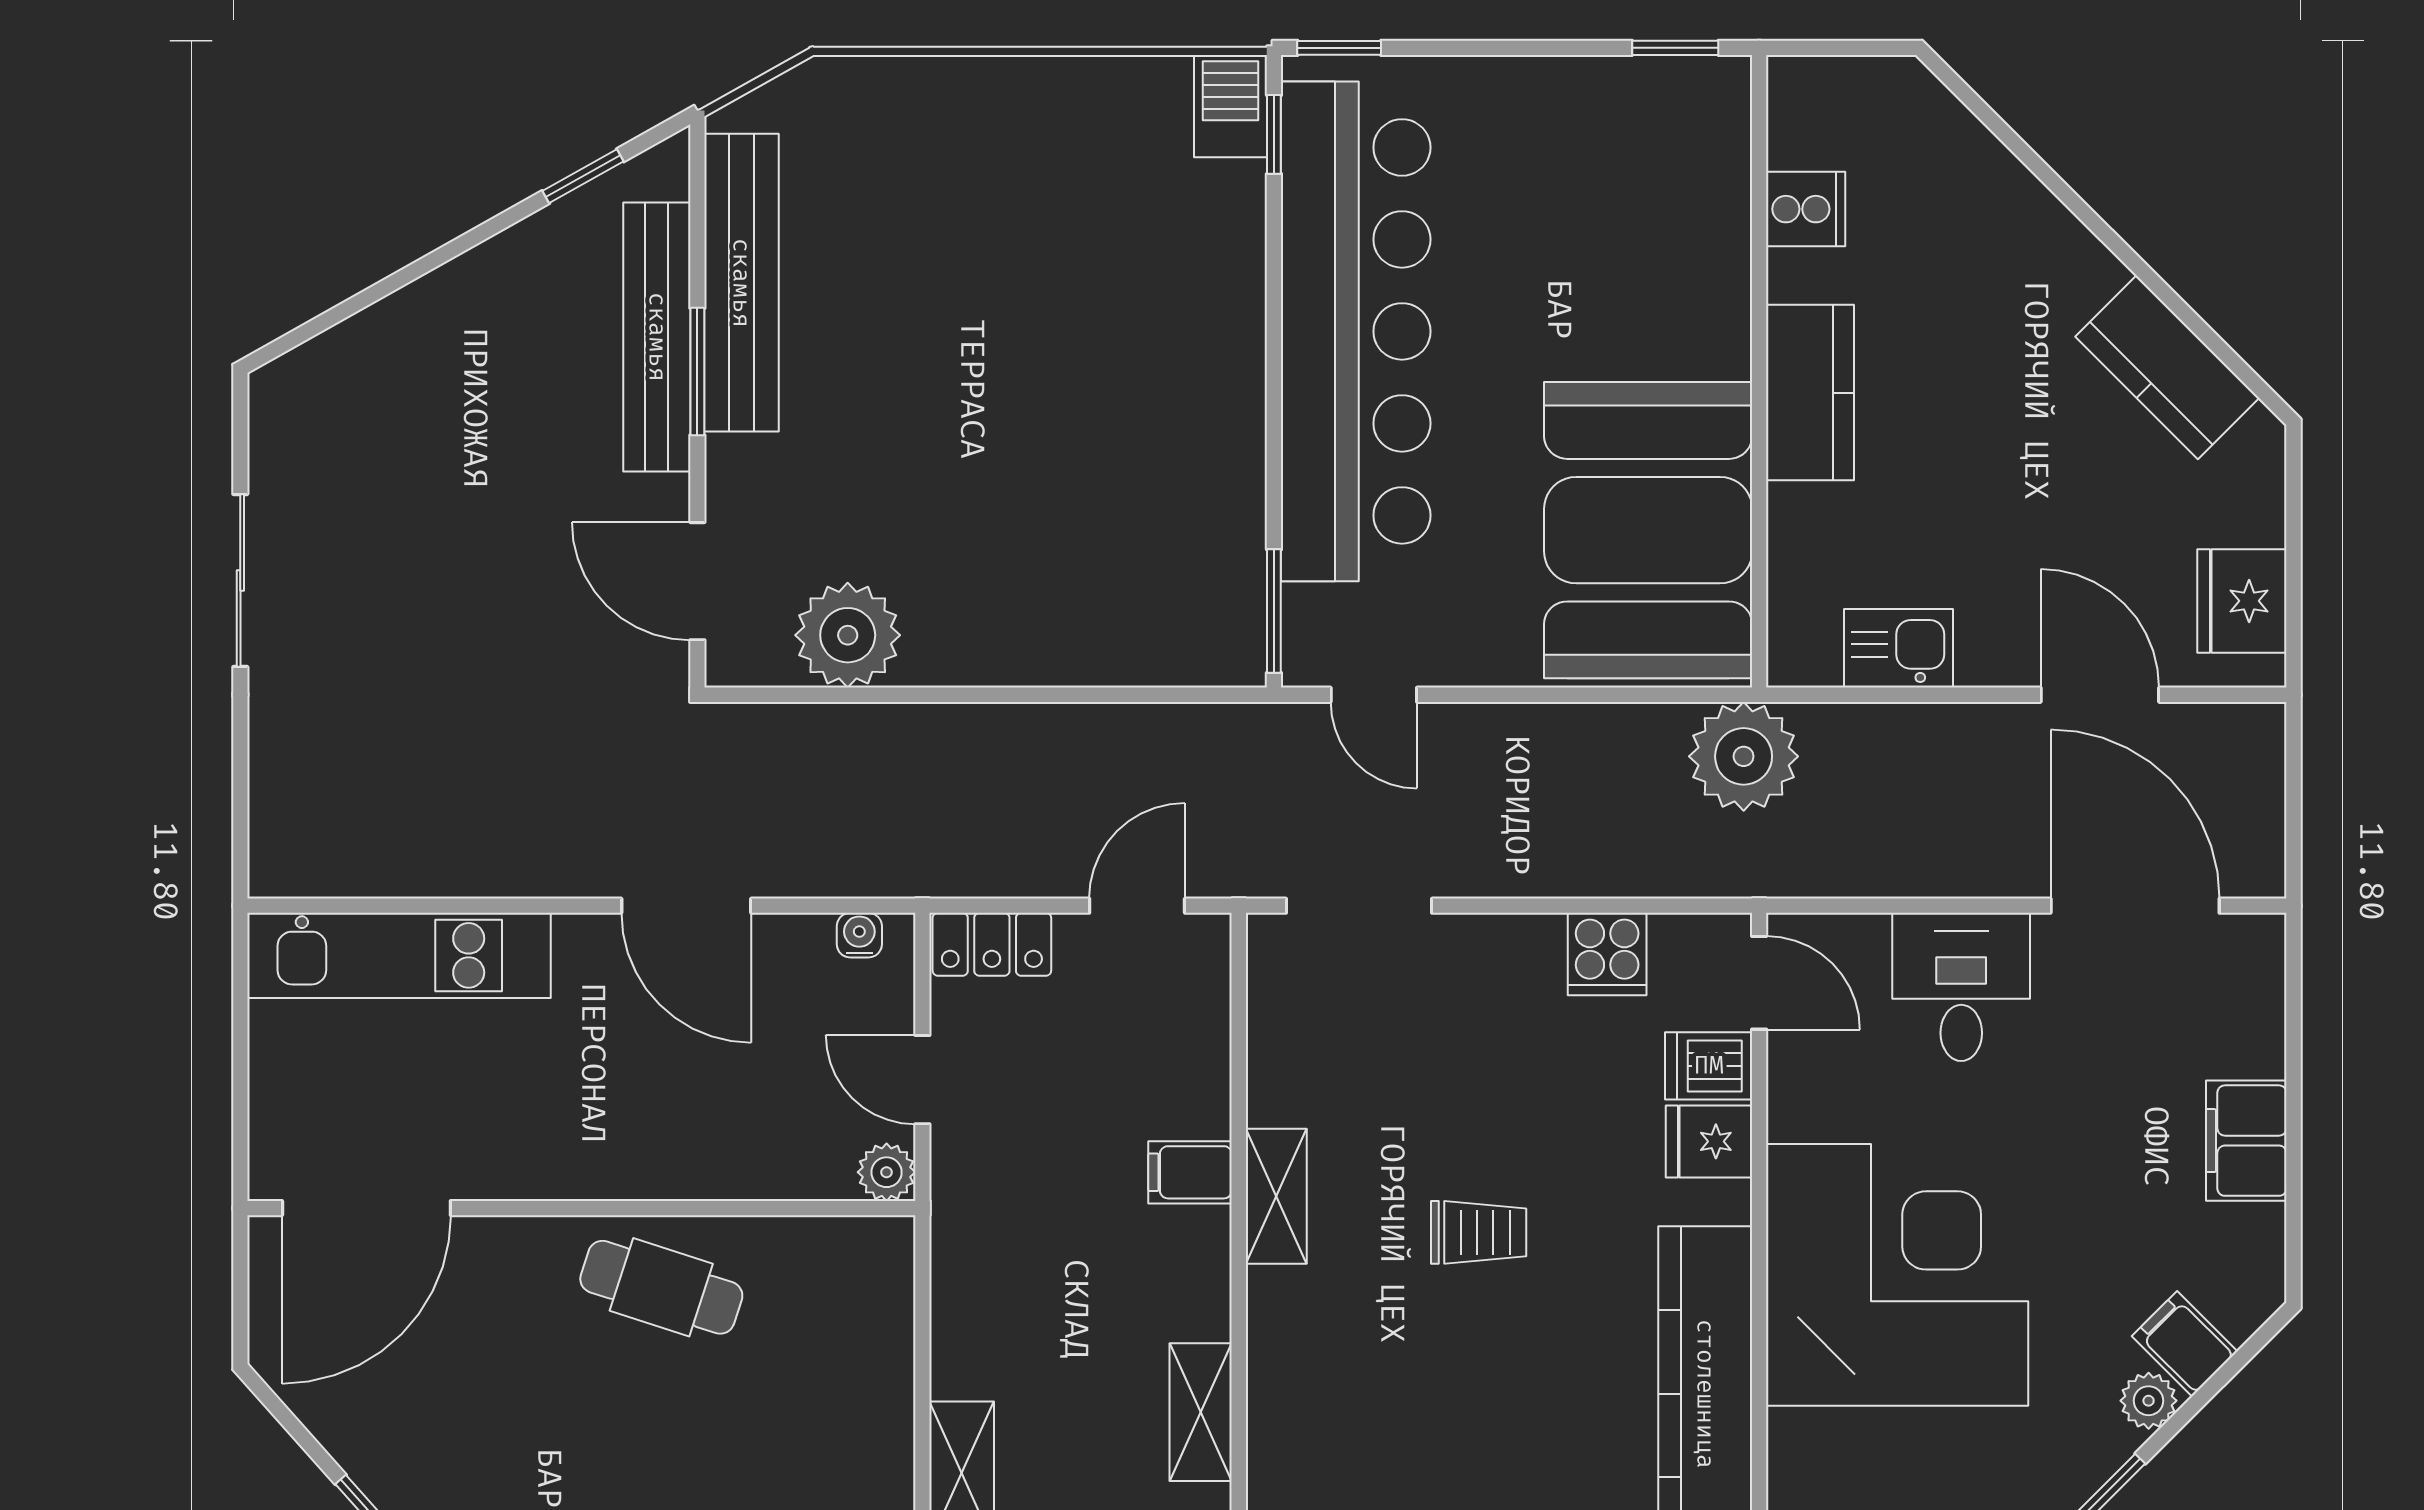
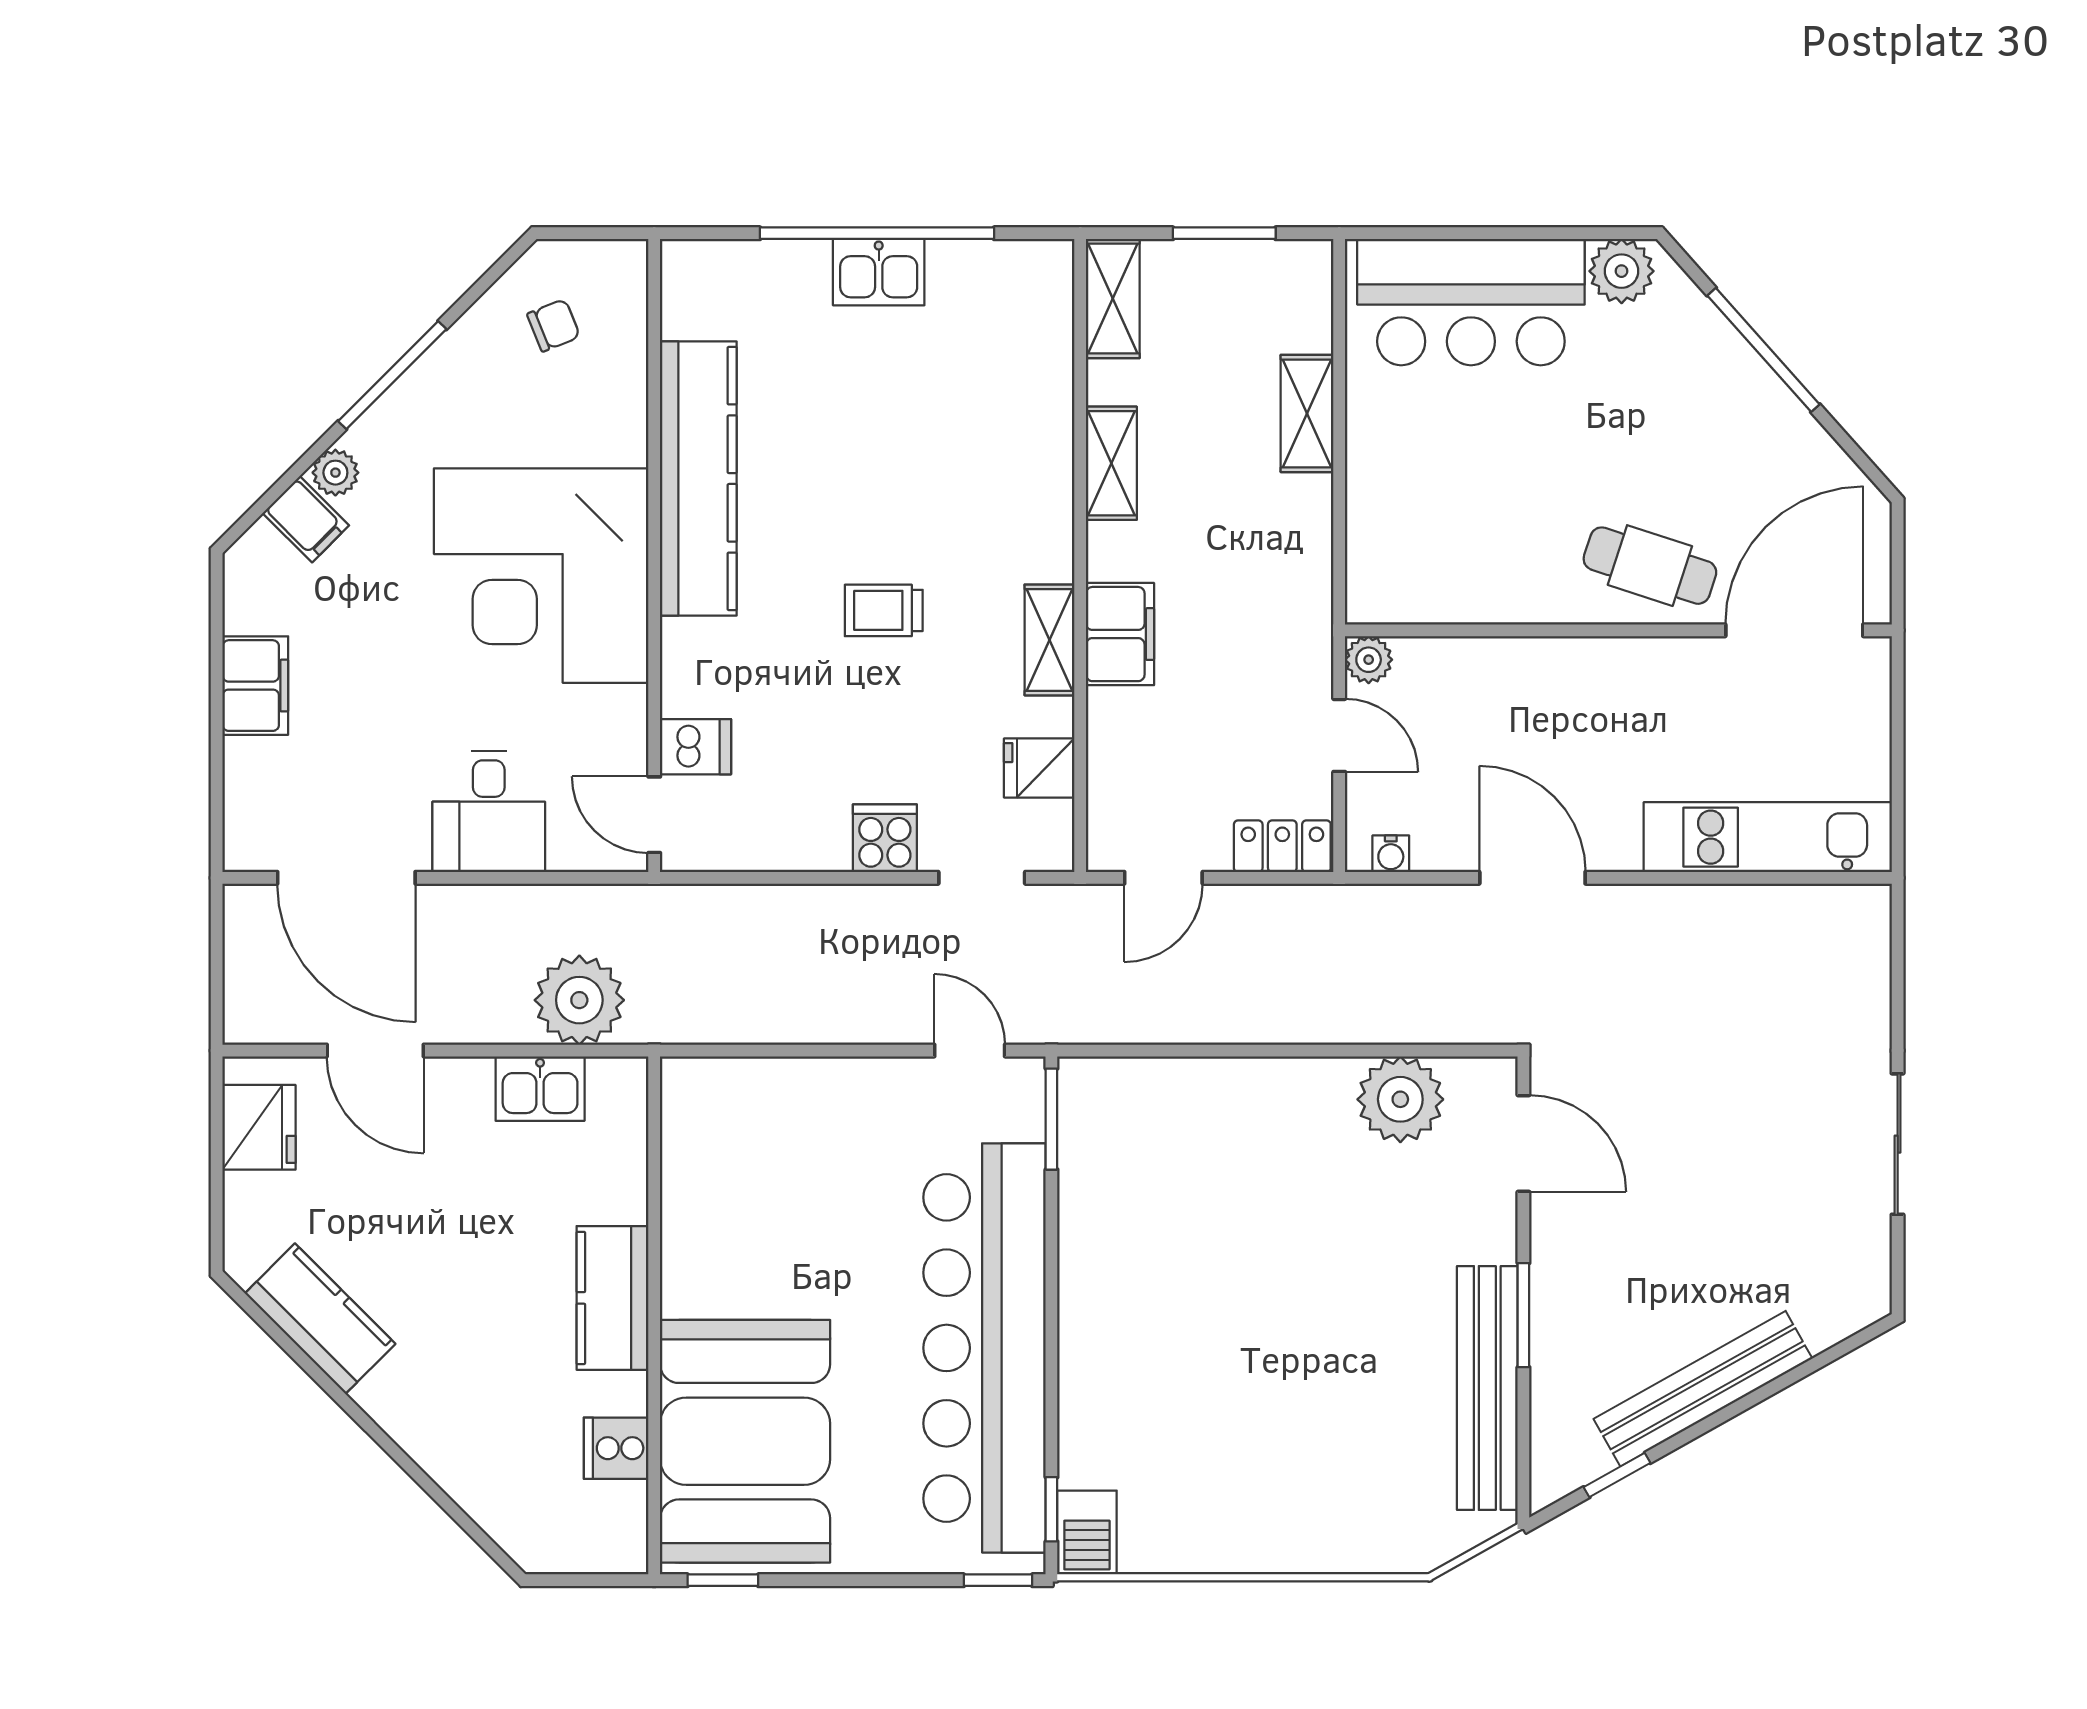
bench: (657, 337) -> (1703, 1389), moved, turned 61
booth: (1648, 530) -> (745, 1441), moved
plant: (1744, 756) -> (579, 1000), moved
doorway: (1359, 906) -> (982, 878), width x0.73
cooker: (1607, 954) -> (885, 838), moved
fridge: (1709, 1141) -> (1039, 768), moved, turned 180
filing cabinet: (1190, 1172) -> (1120, 634), width x2.00
cafe table: (661, 1287) -> (1650, 566), moved

